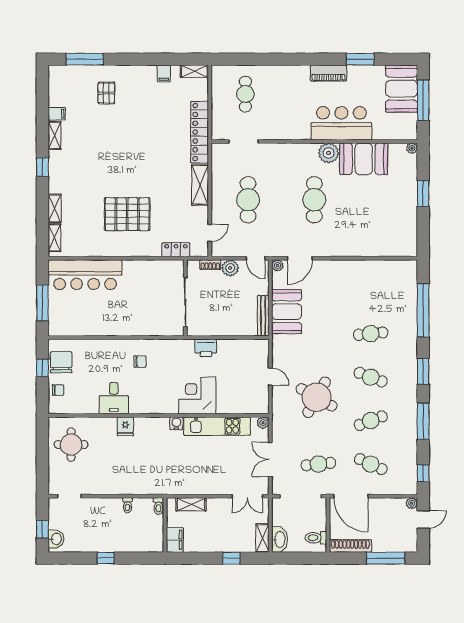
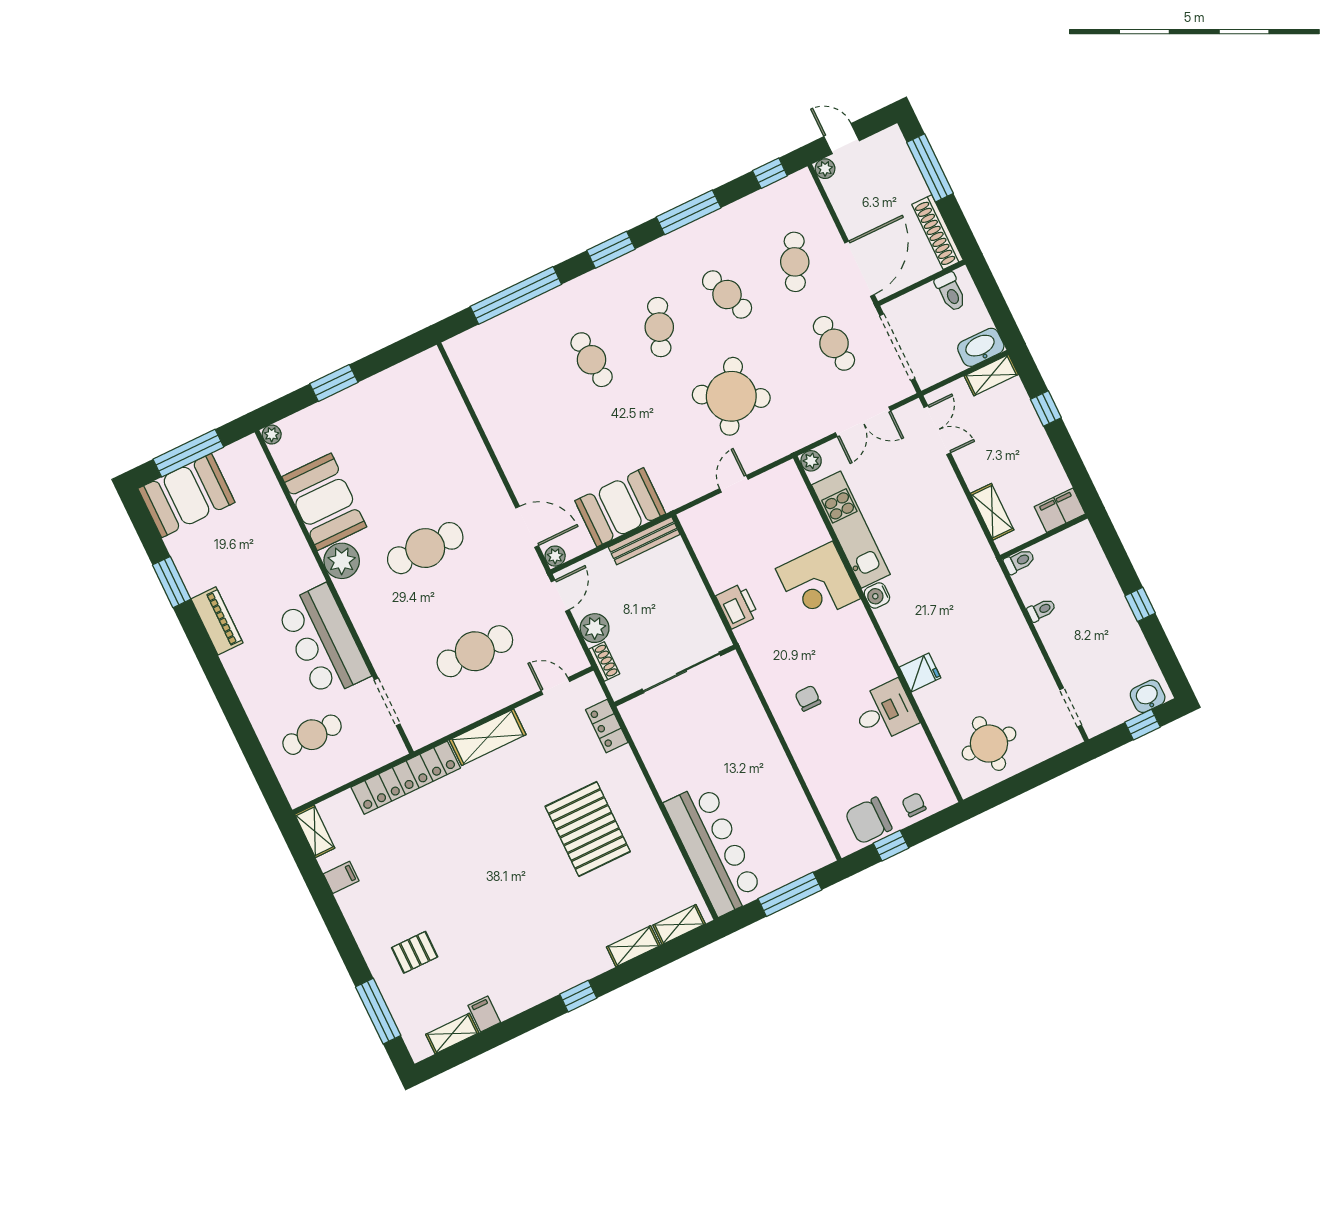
bar counter: (341, 123) -> (323, 641), moved
shelving: (55, 135) -> (452, 1034), moved

